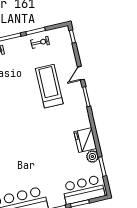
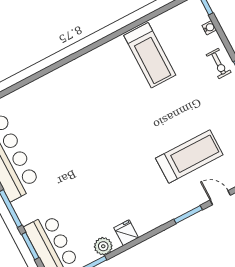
fridge: (85, 140) -> (126, 233), width x0.53, depth x0.75

